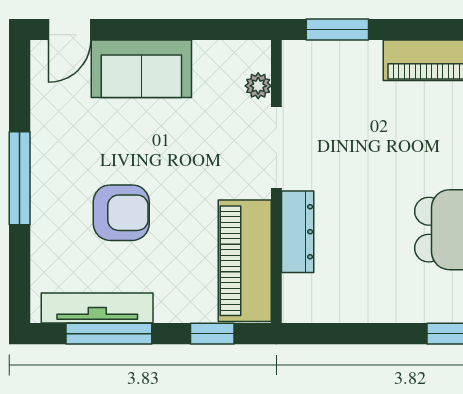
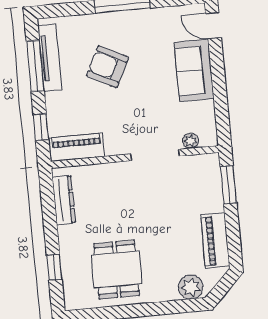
armchair: (121, 213) -> (108, 67), turned 117
dresser: (298, 232) -> (64, 200), moved, turned -90
piano: (245, 261) -> (77, 147), width x0.73, depth x0.75

